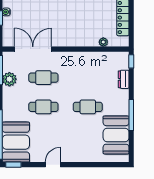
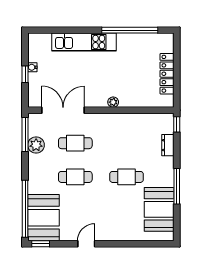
plant: (103, 42) -> (113, 102), moved

